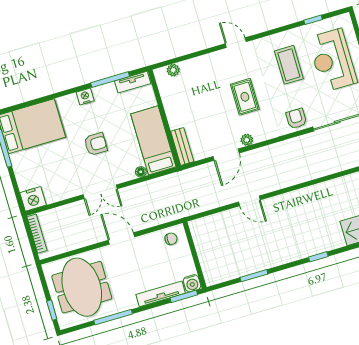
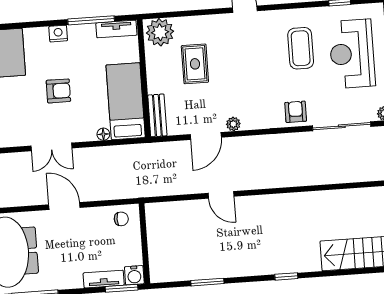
plant: (173, 70) -> (160, 32), width x1.88, depth x1.88
rug: (245, 97) -> (195, 64), moved
tv unit: (161, 294) -> (104, 279), width x0.71

